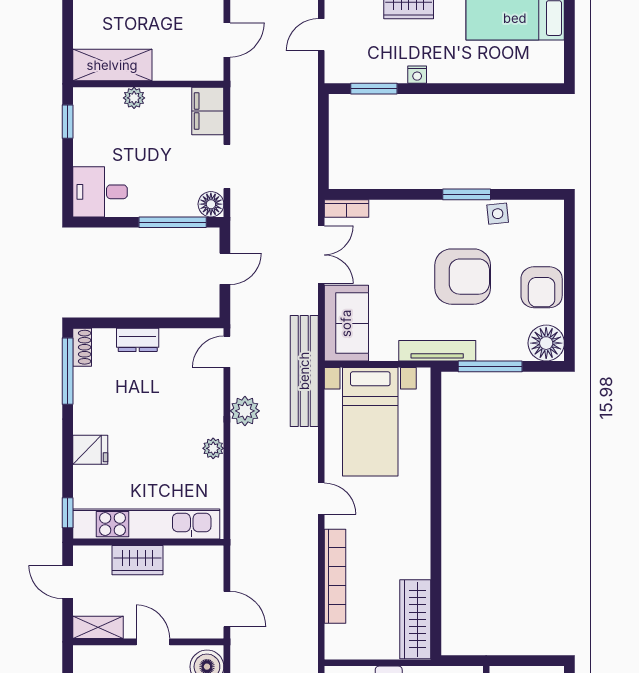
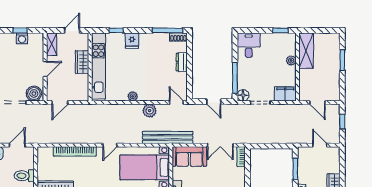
window: (68, 513) -> (116, 30), moved

